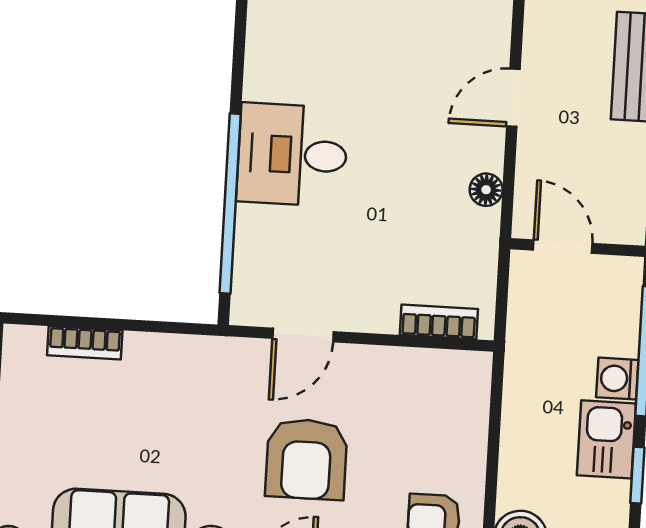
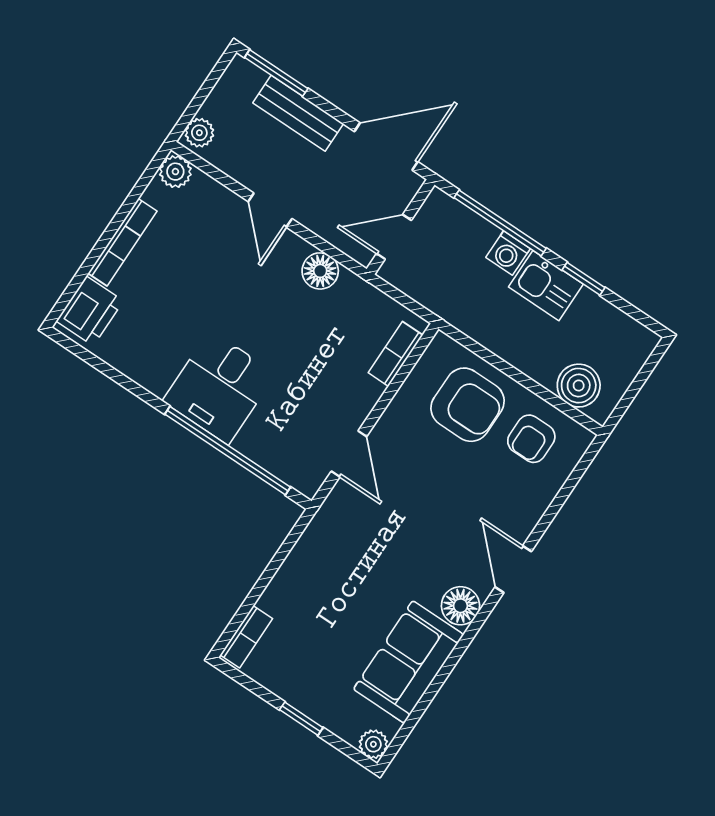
floor lamp: (486, 190) -> (320, 271), width x1.37, depth x1.37
bookcase: (85, 343) -> (246, 637), moved
armchair: (306, 459) -> (468, 405), moved

